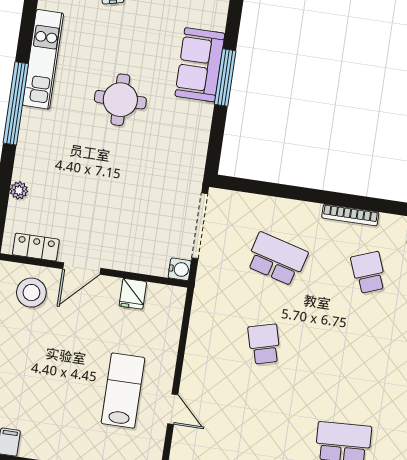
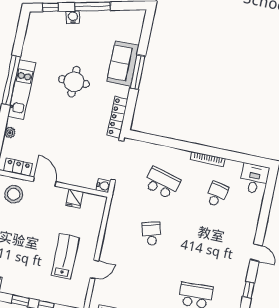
kitchen unit: (43, 59) -> (22, 89), moved
locker: (196, 154) -> (117, 117), added
door: (82, 269) -> (45, 182), swing flipped
school desk: (368, 273) -> (217, 194), turned 33
door: (173, 409) -> (94, 269), hinge flipped

